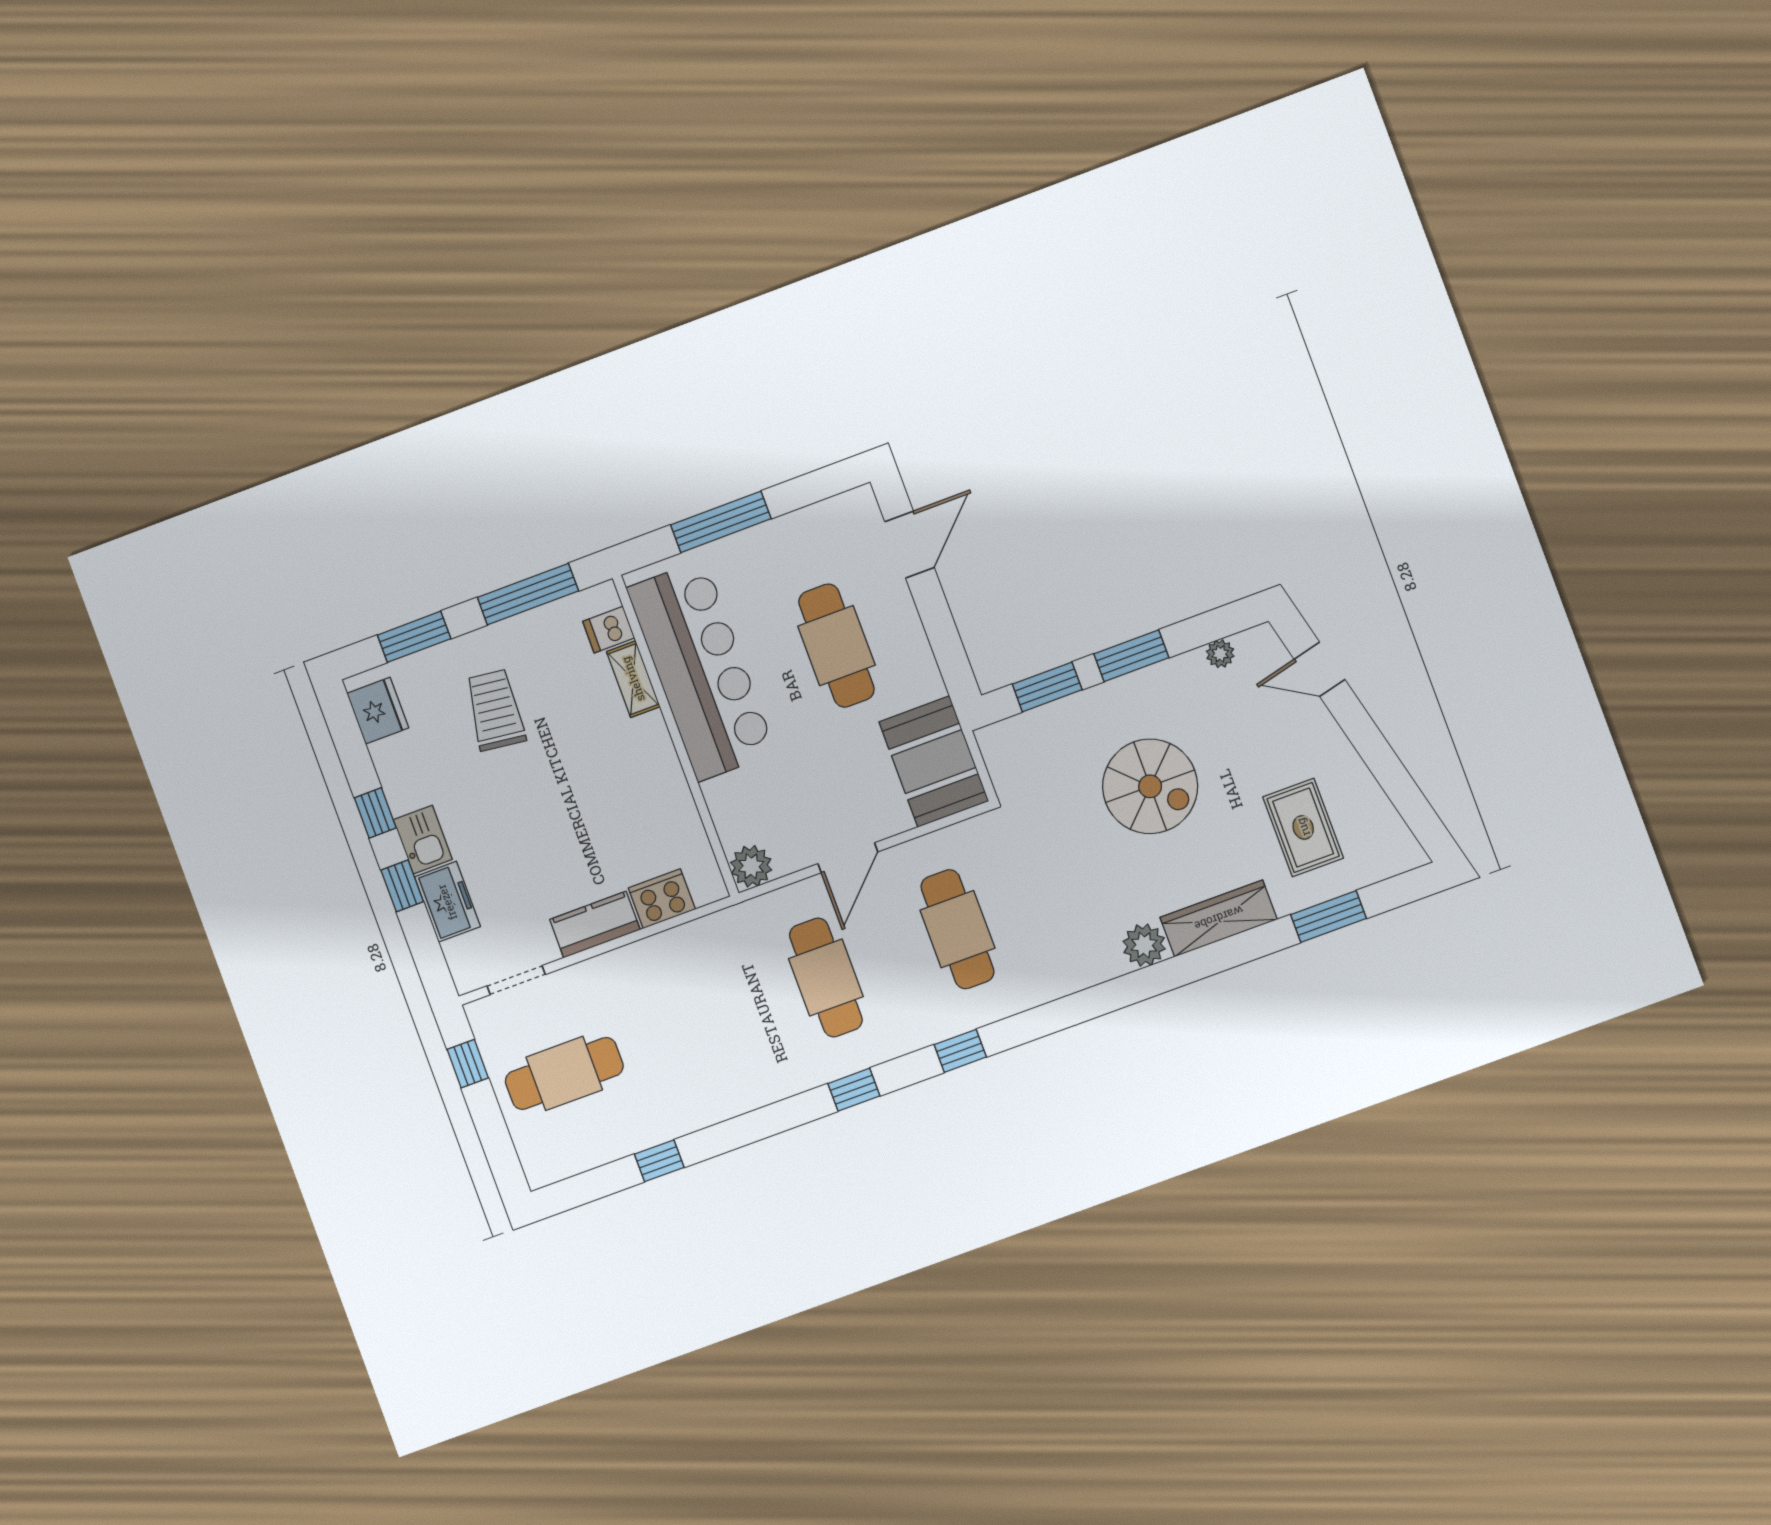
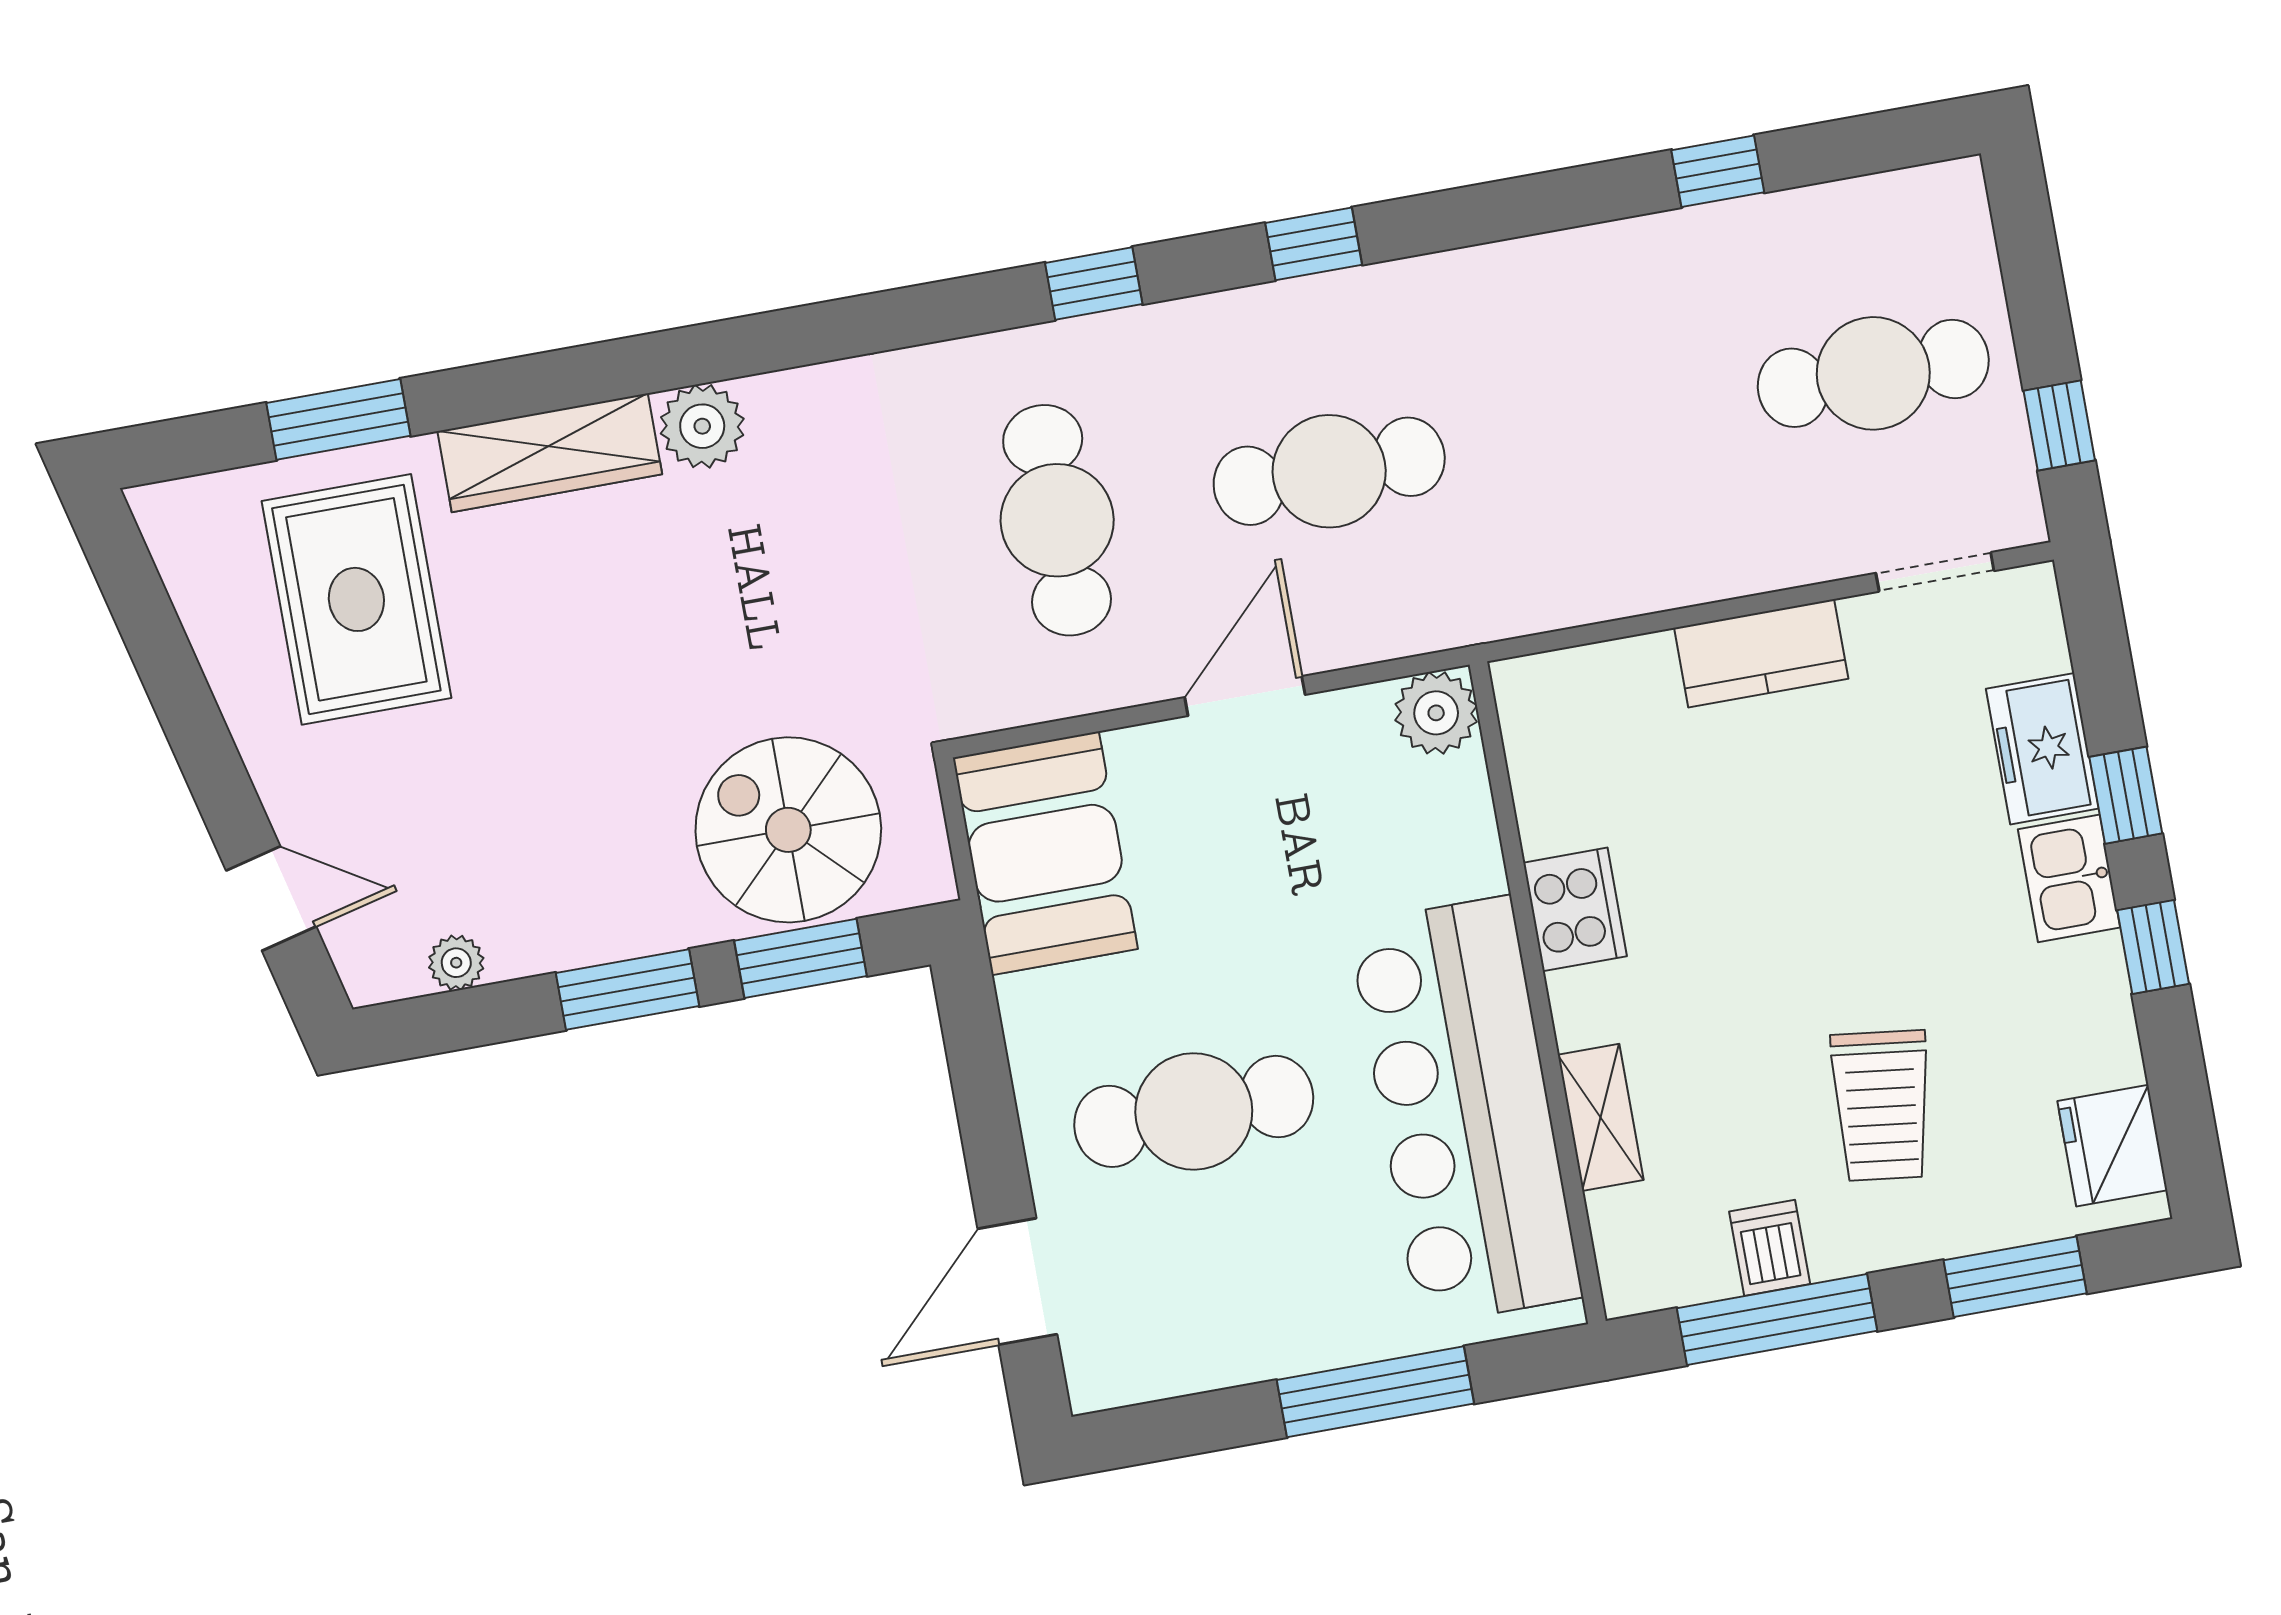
dishwasher: (609, 630) -> (1770, 1248), moved, turned -90
cafe table: (836, 646) -> (1194, 1111), turned 90
spiral stairs: (1150, 786) -> (788, 830), moved
rug: (1303, 827) -> (356, 599), width x1.36, depth x1.43
cooker: (662, 899) -> (1575, 909), moved, turned -90
cafe table: (826, 977) -> (1329, 471), turned 90

